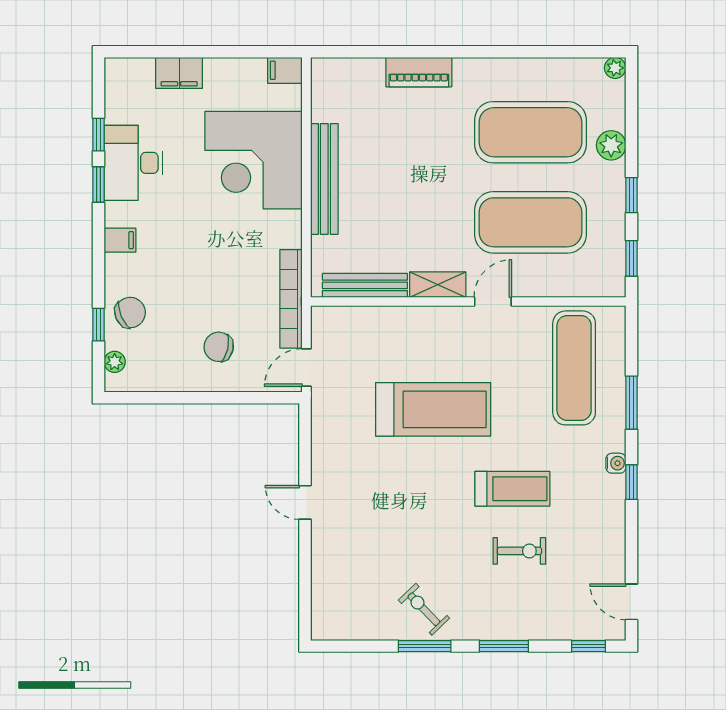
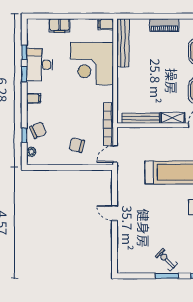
bench: (324, 179) -> (123, 43), moved

